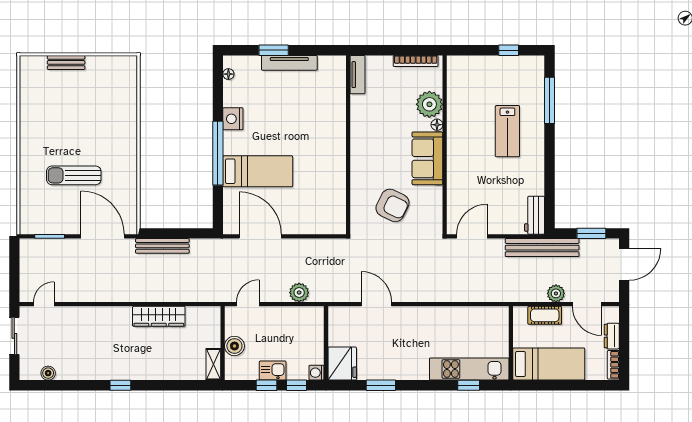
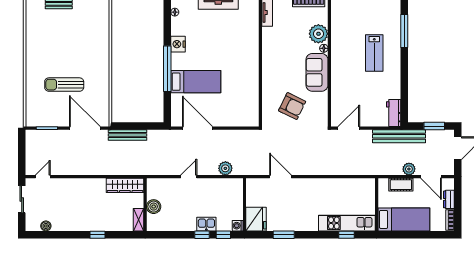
wall: (223, 343) -> (145, 205), moved
boiler: (234, 346) -> (154, 207), moved
shelving: (213, 364) -> (139, 220), moved

